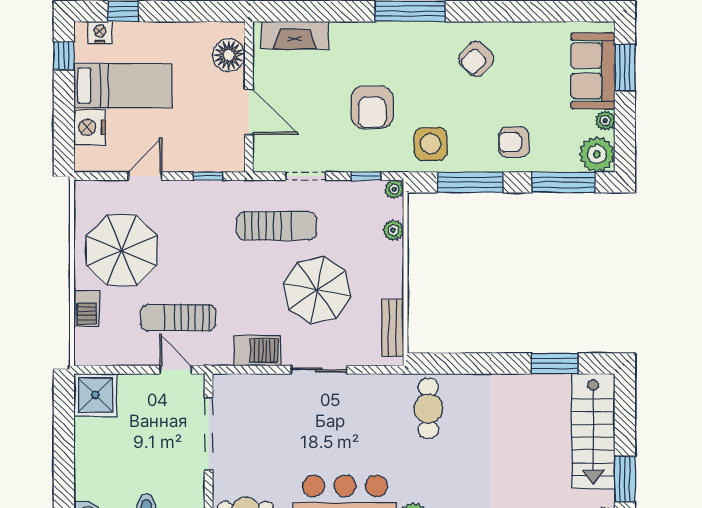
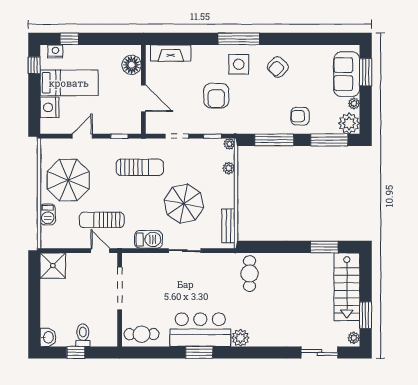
side table: (431, 144) -> (239, 64), moved
sun lounger: (277, 226) -> (140, 167), moved

